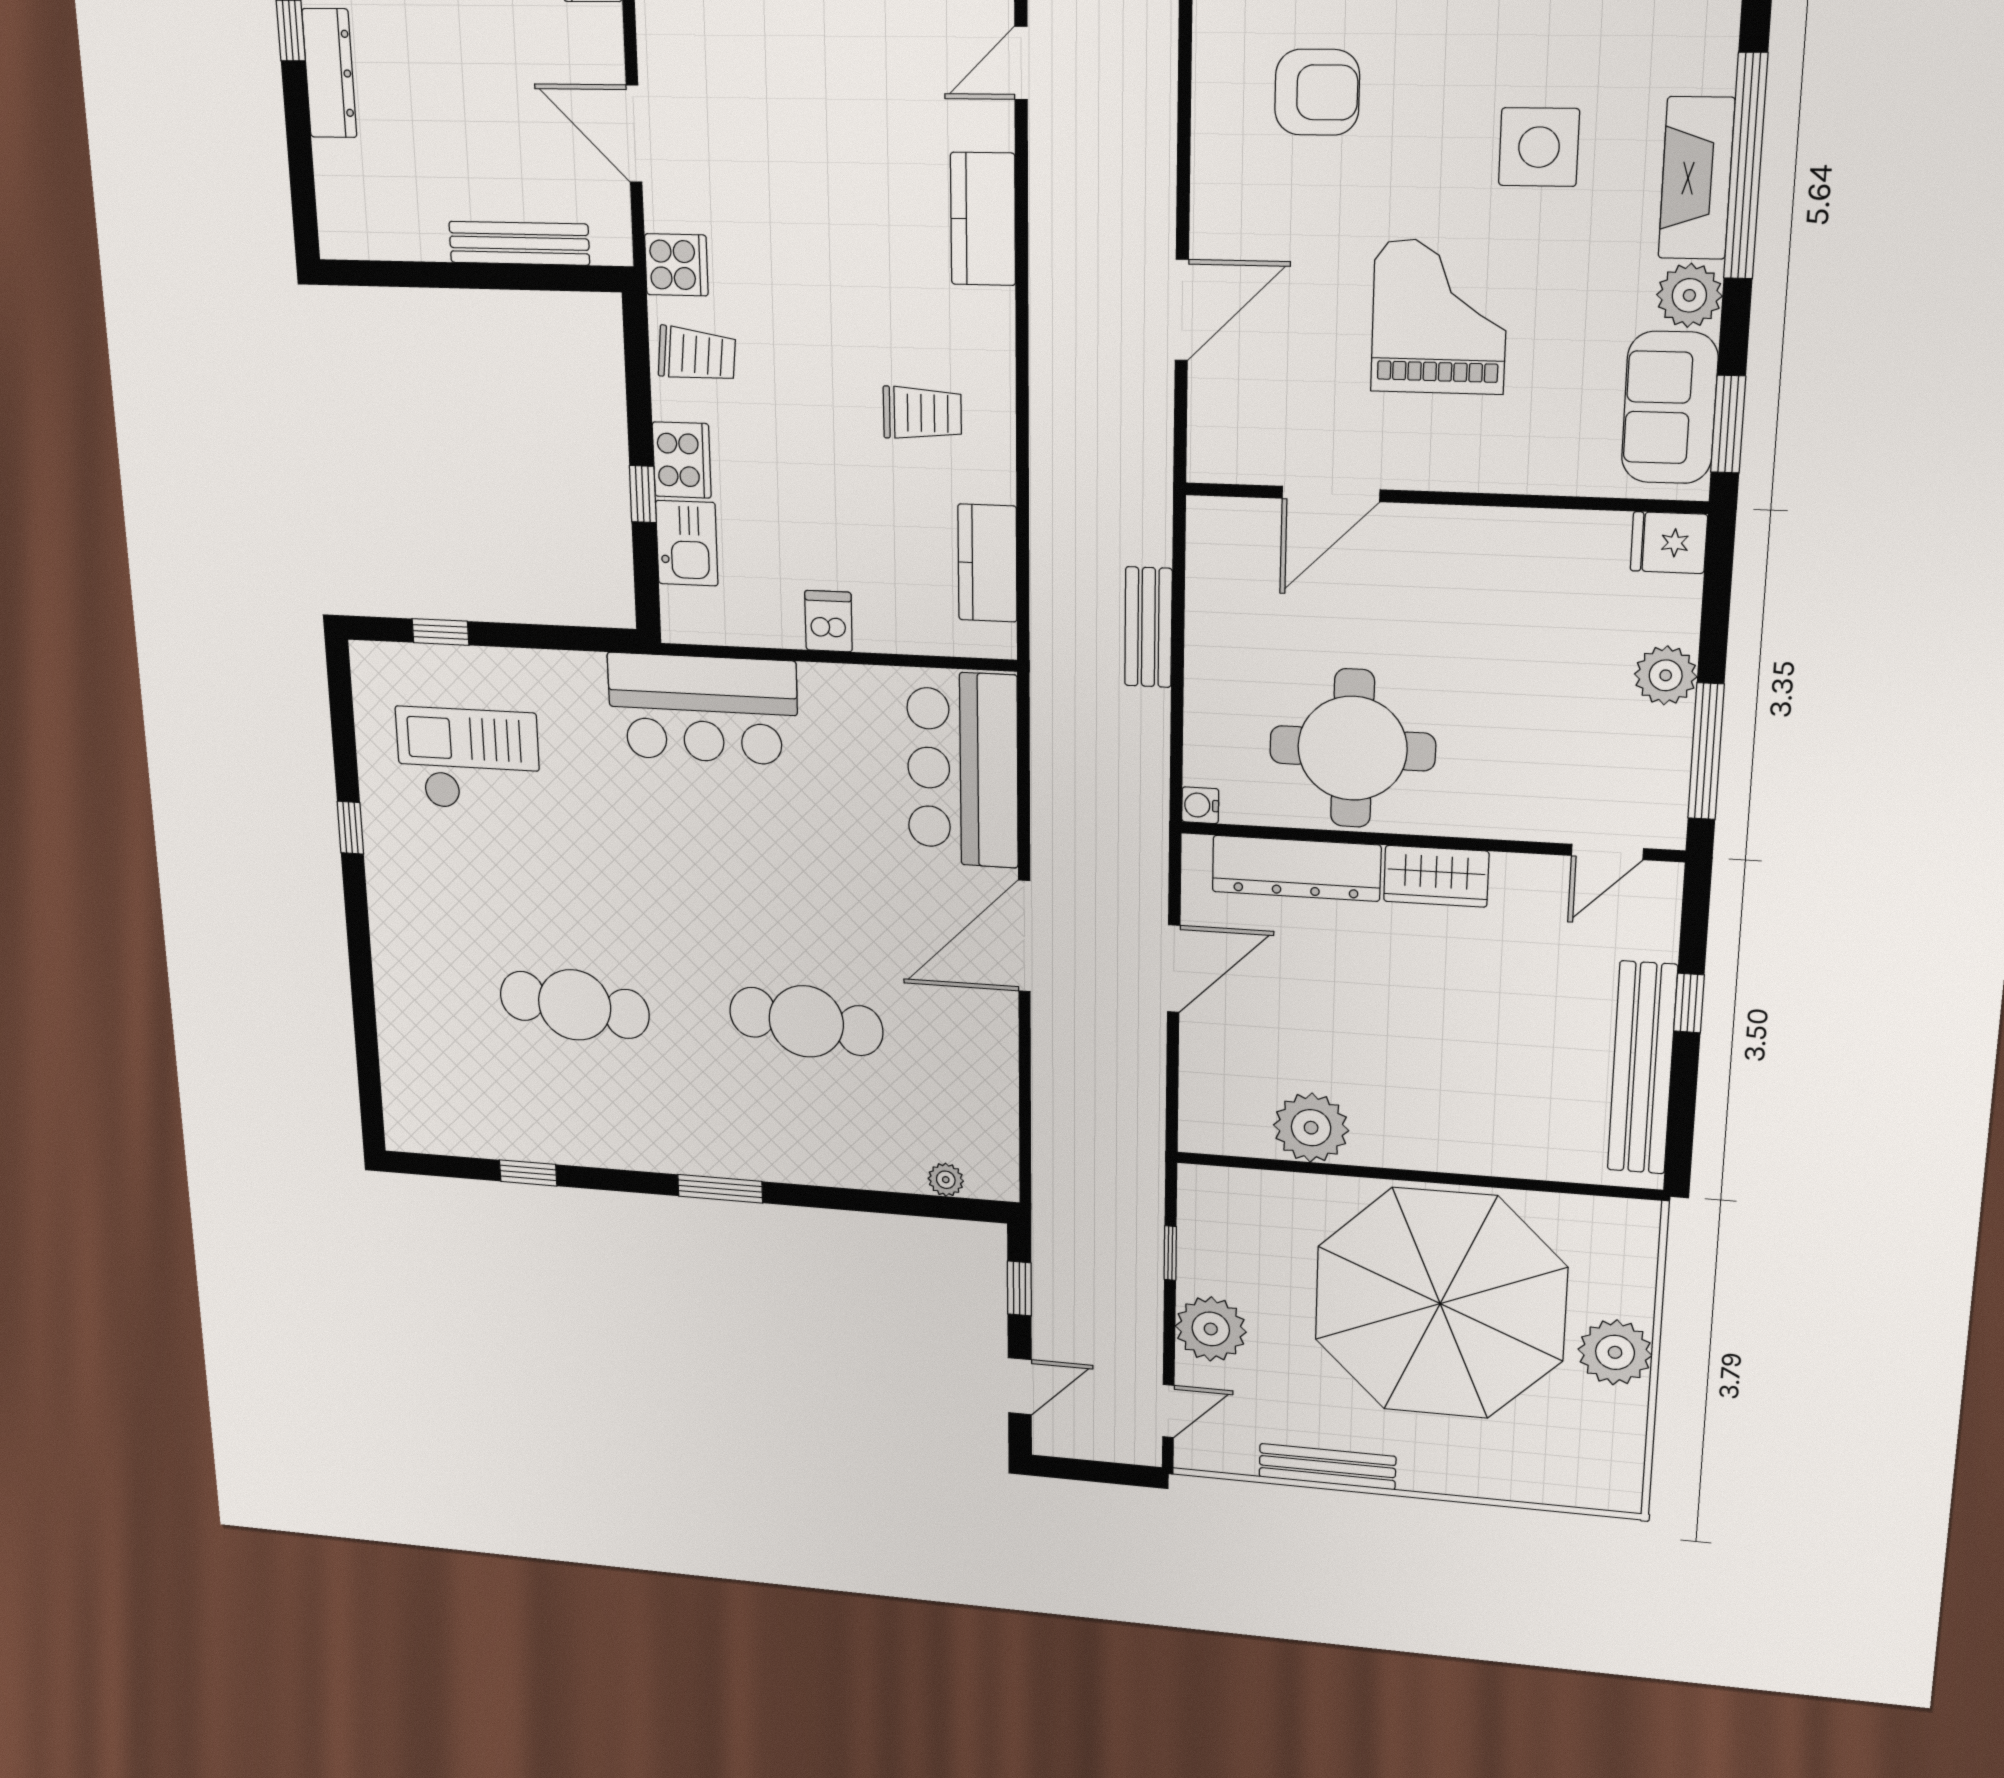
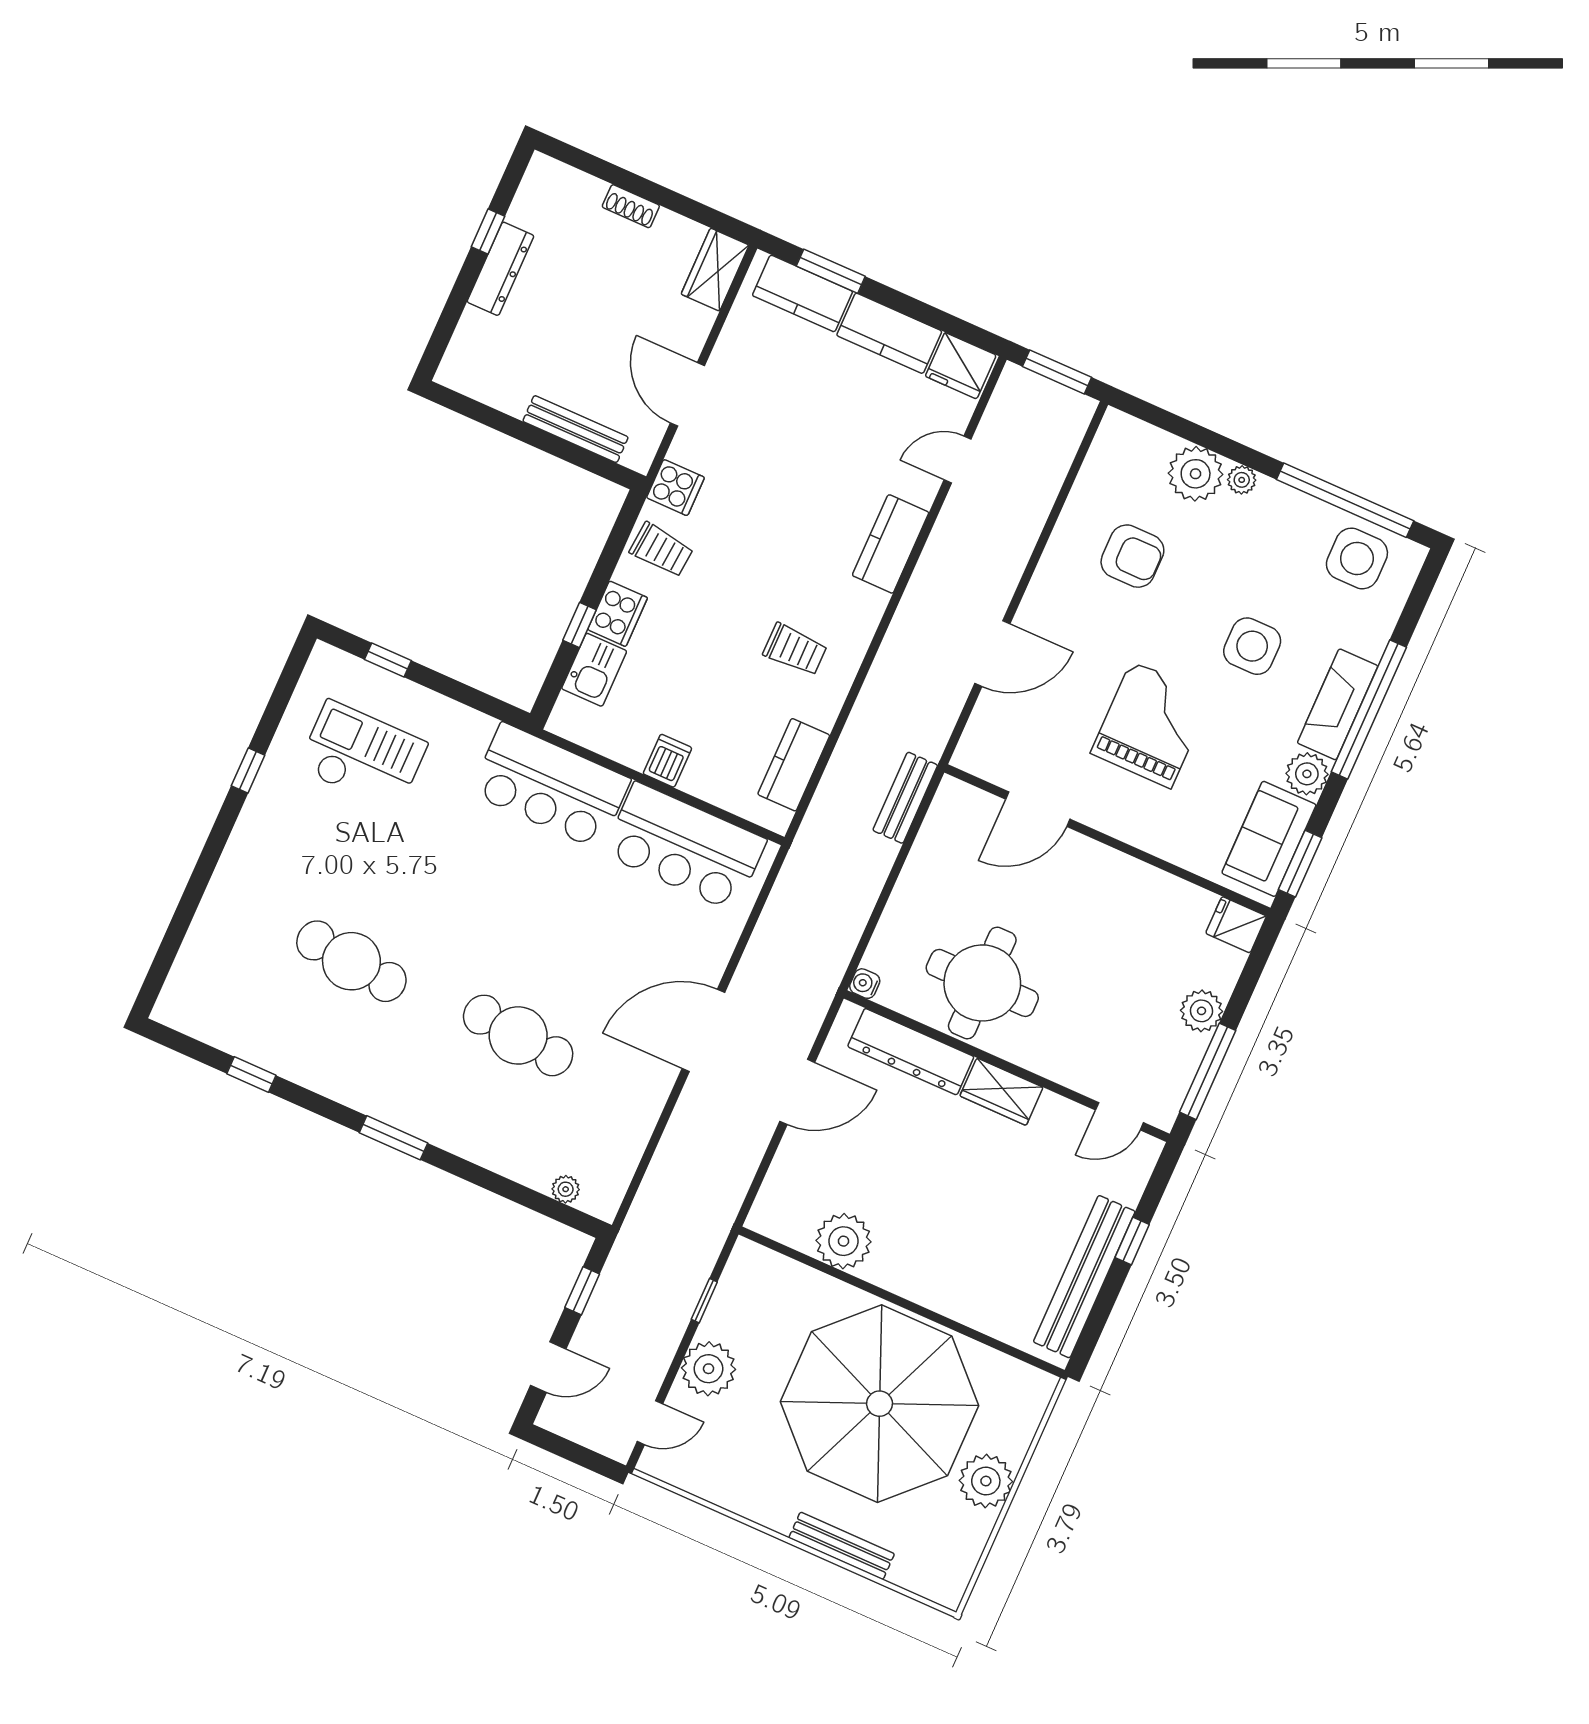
bench: (1148, 627) -> (905, 798), moved
bar counter: (963, 769) -> (685, 847), moved, turned -90
bench: (1327, 1467) -> (842, 1546), moved

